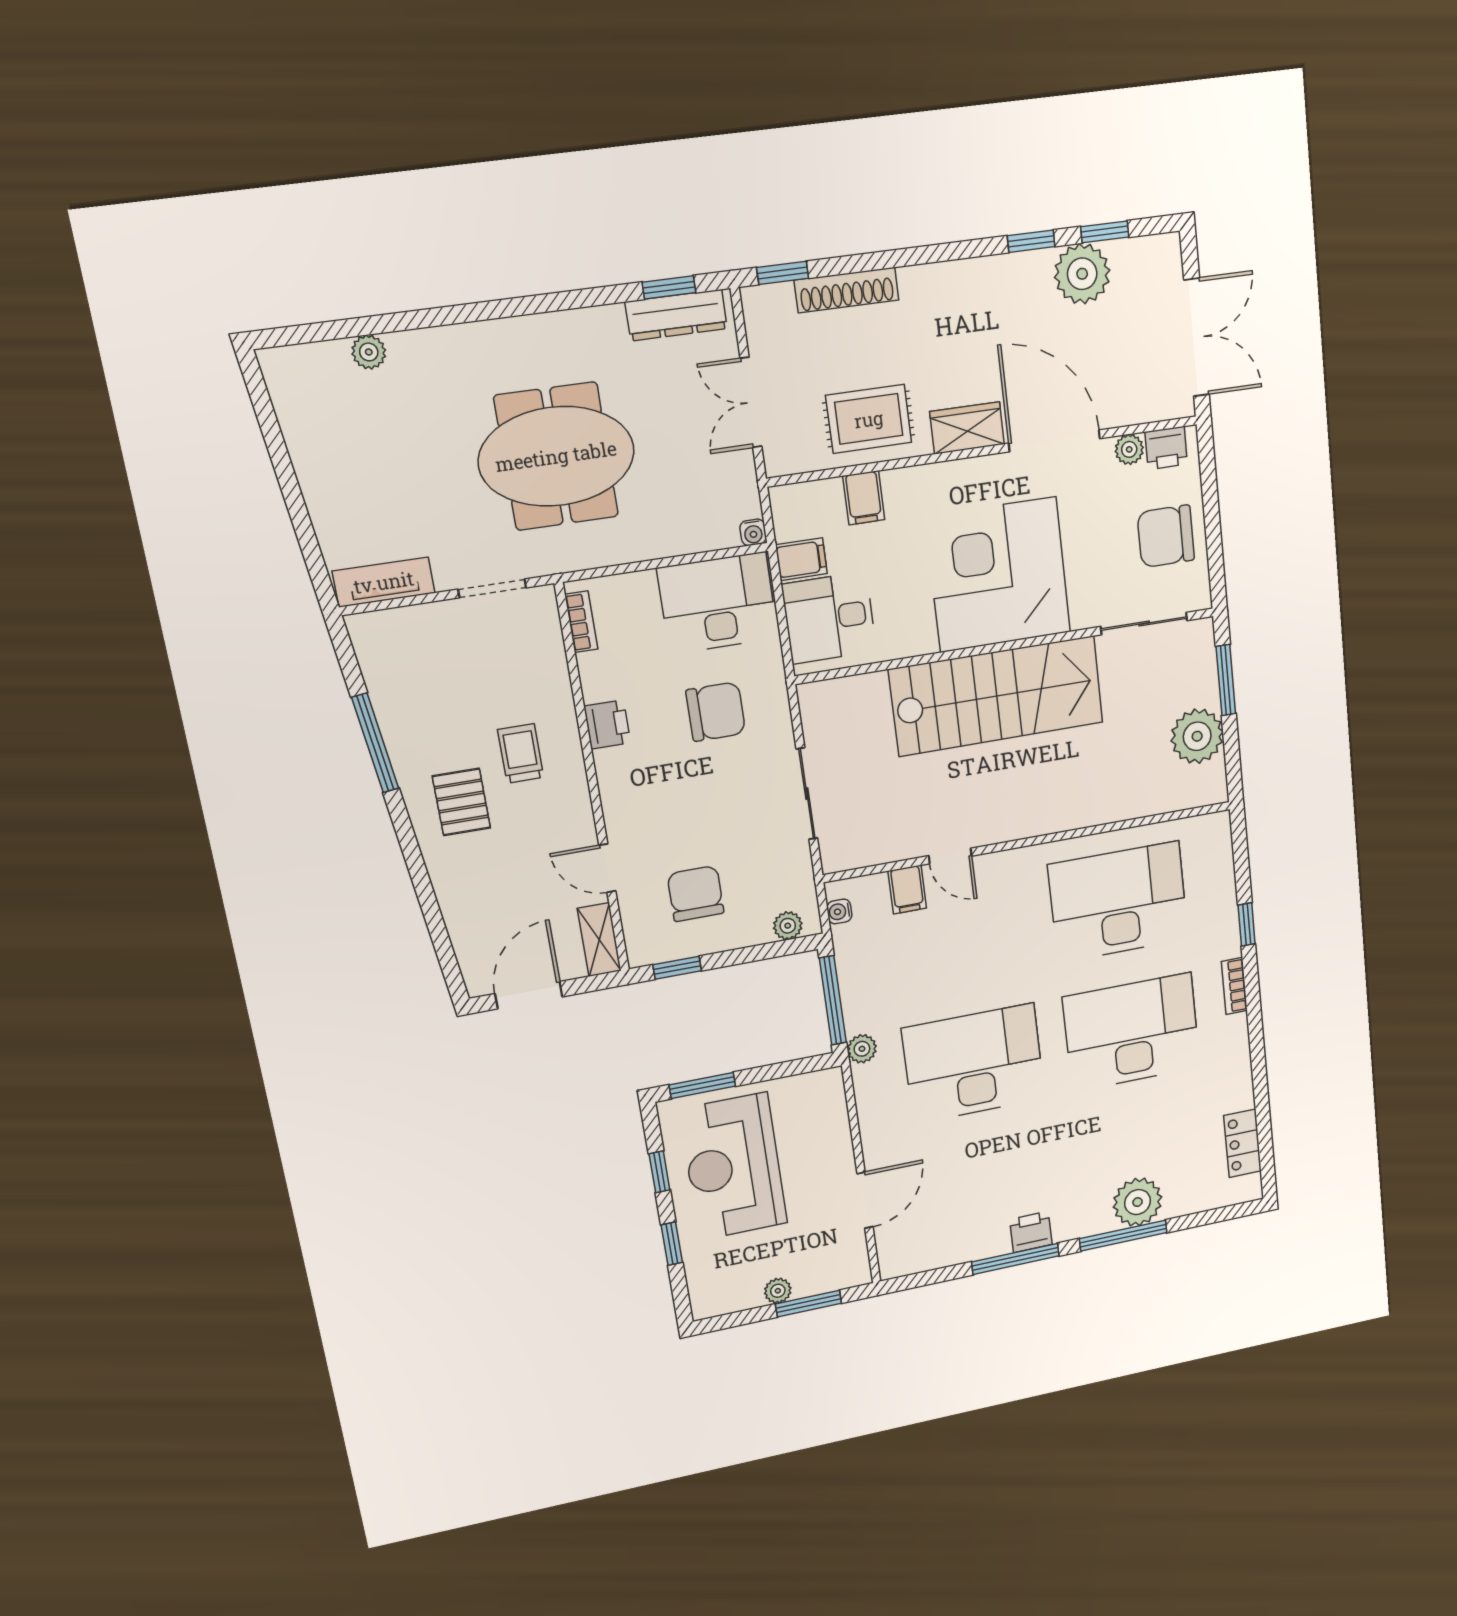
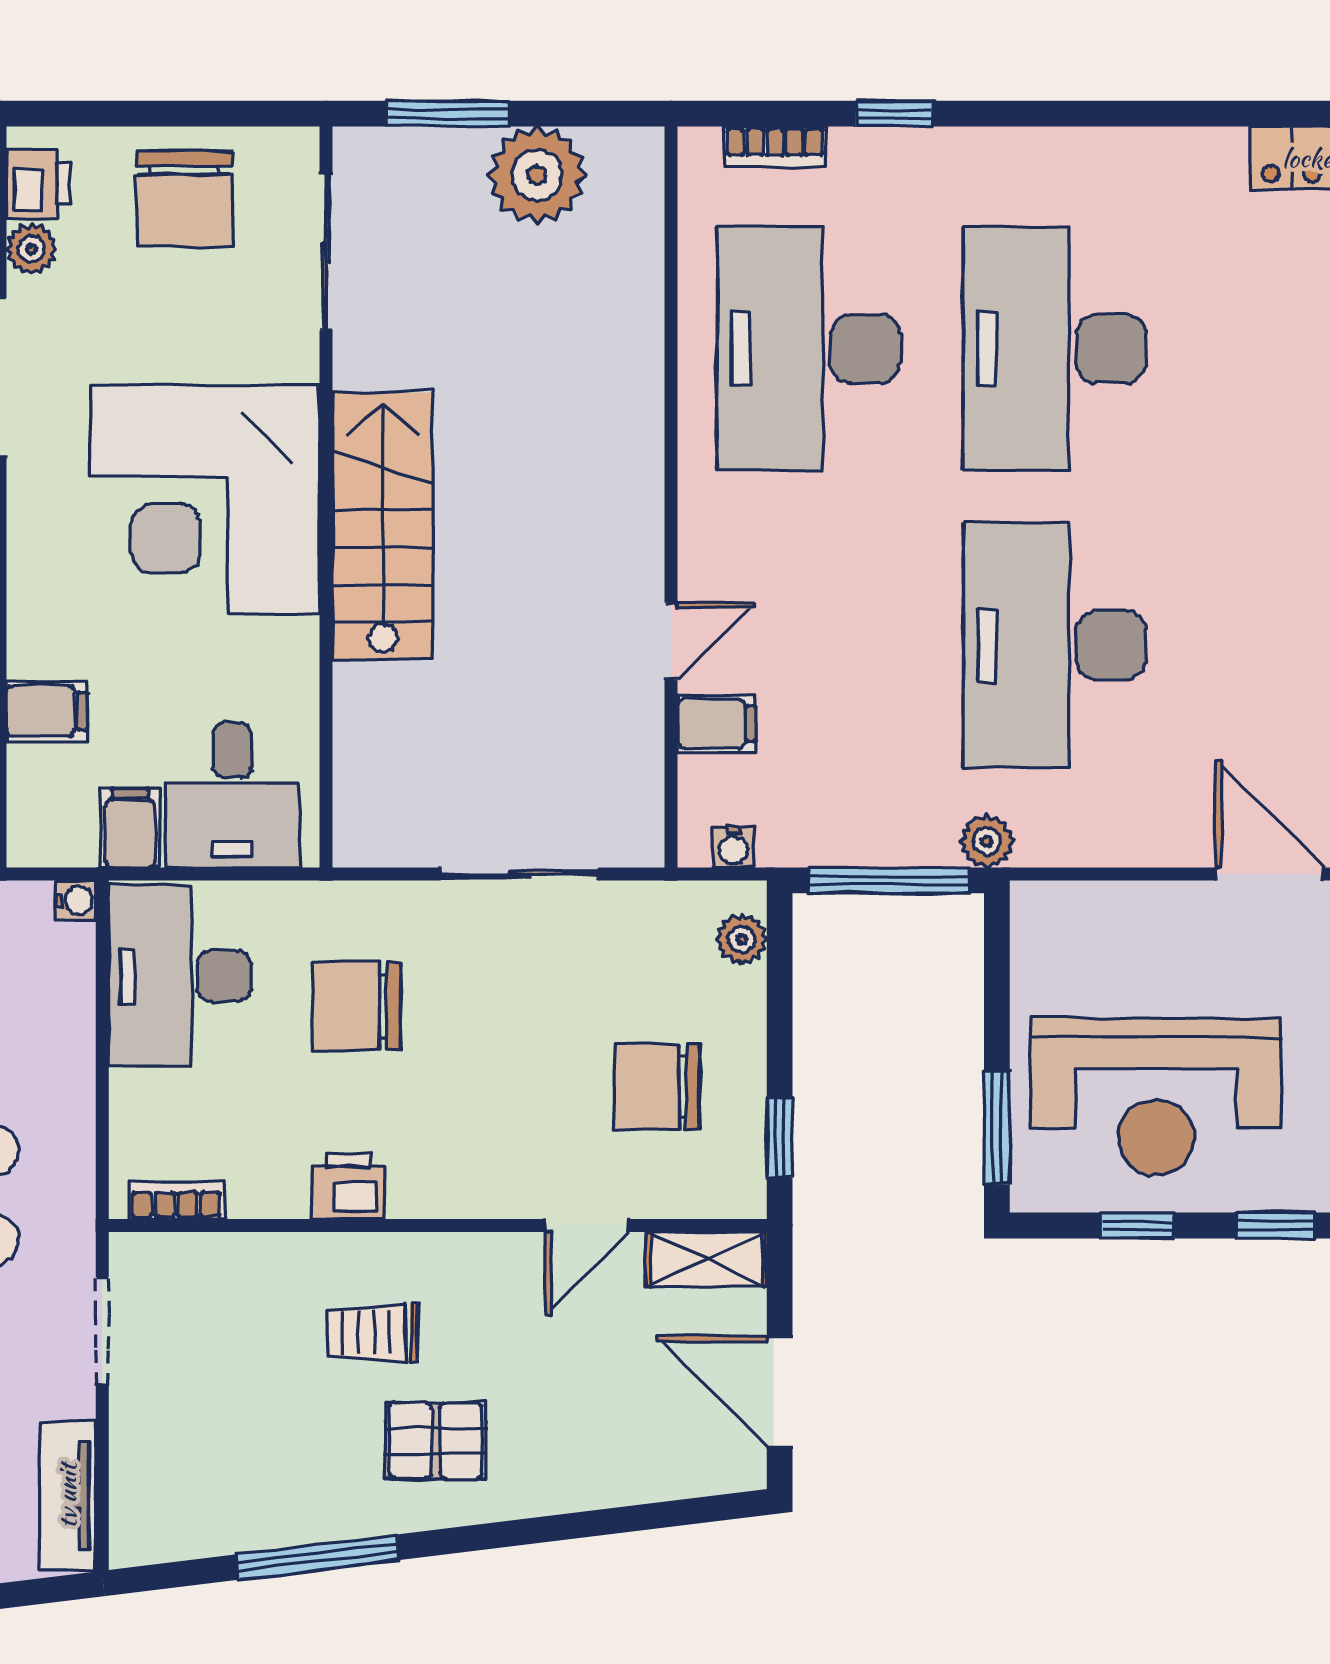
stairs: (997, 696) -> (383, 526), width x0.73, depth x0.66
chair: (716, 712) -> (357, 1006), turned -90
bookcase: (1234, 986) -> (775, 147), moved

